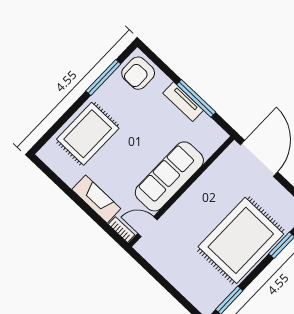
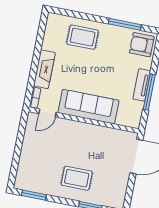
rug: (88, 134) -> (83, 37), width x0.73, depth x0.70
door: (147, 227) -> (48, 113), swing flipped
rug: (241, 240) -> (77, 178), width x0.54, depth x0.49

